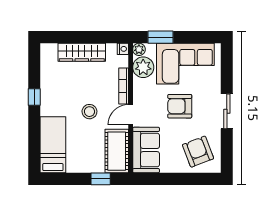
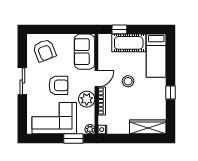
wardrobe: (82, 52) -> (148, 127), moved
plant: (143, 67) -> (87, 99), moved
cot: (117, 151) -> (129, 43), moved, turned 90

